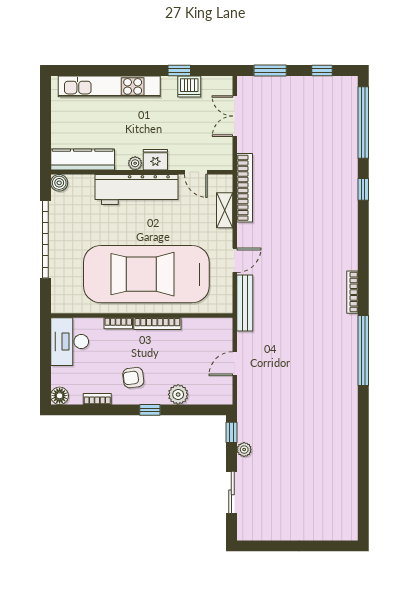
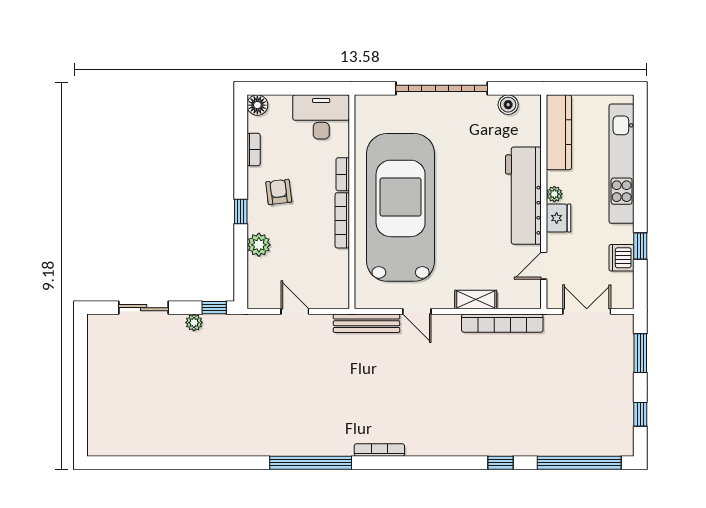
kitchen counter: (83, 159) -> (559, 132), moved
fridge: (155, 160) -> (559, 218), moved
plant: (135, 163) -> (554, 194), moved
wall: (142, 172) -> (544, 202), moved
door: (196, 172) -> (544, 266), moved
workbench: (136, 189) -> (523, 196), moved

